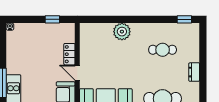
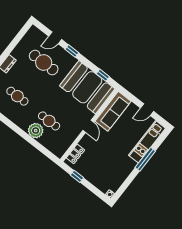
cafe table: (117, 50) -> (49, 121), added
locker: (69, 54) -> (75, 154), moved

